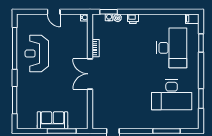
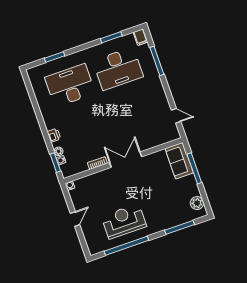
filing cabinet: (192, 19) -> (140, 37), moved
reception desk: (37, 54) -> (124, 221), turned 180
double door: (90, 74) -> (126, 160), swing flipped
desk: (172, 95) -> (118, 69), turned 90
sofa: (52, 120) -> (179, 161), moved
plant: (31, 123) -> (197, 203), added

